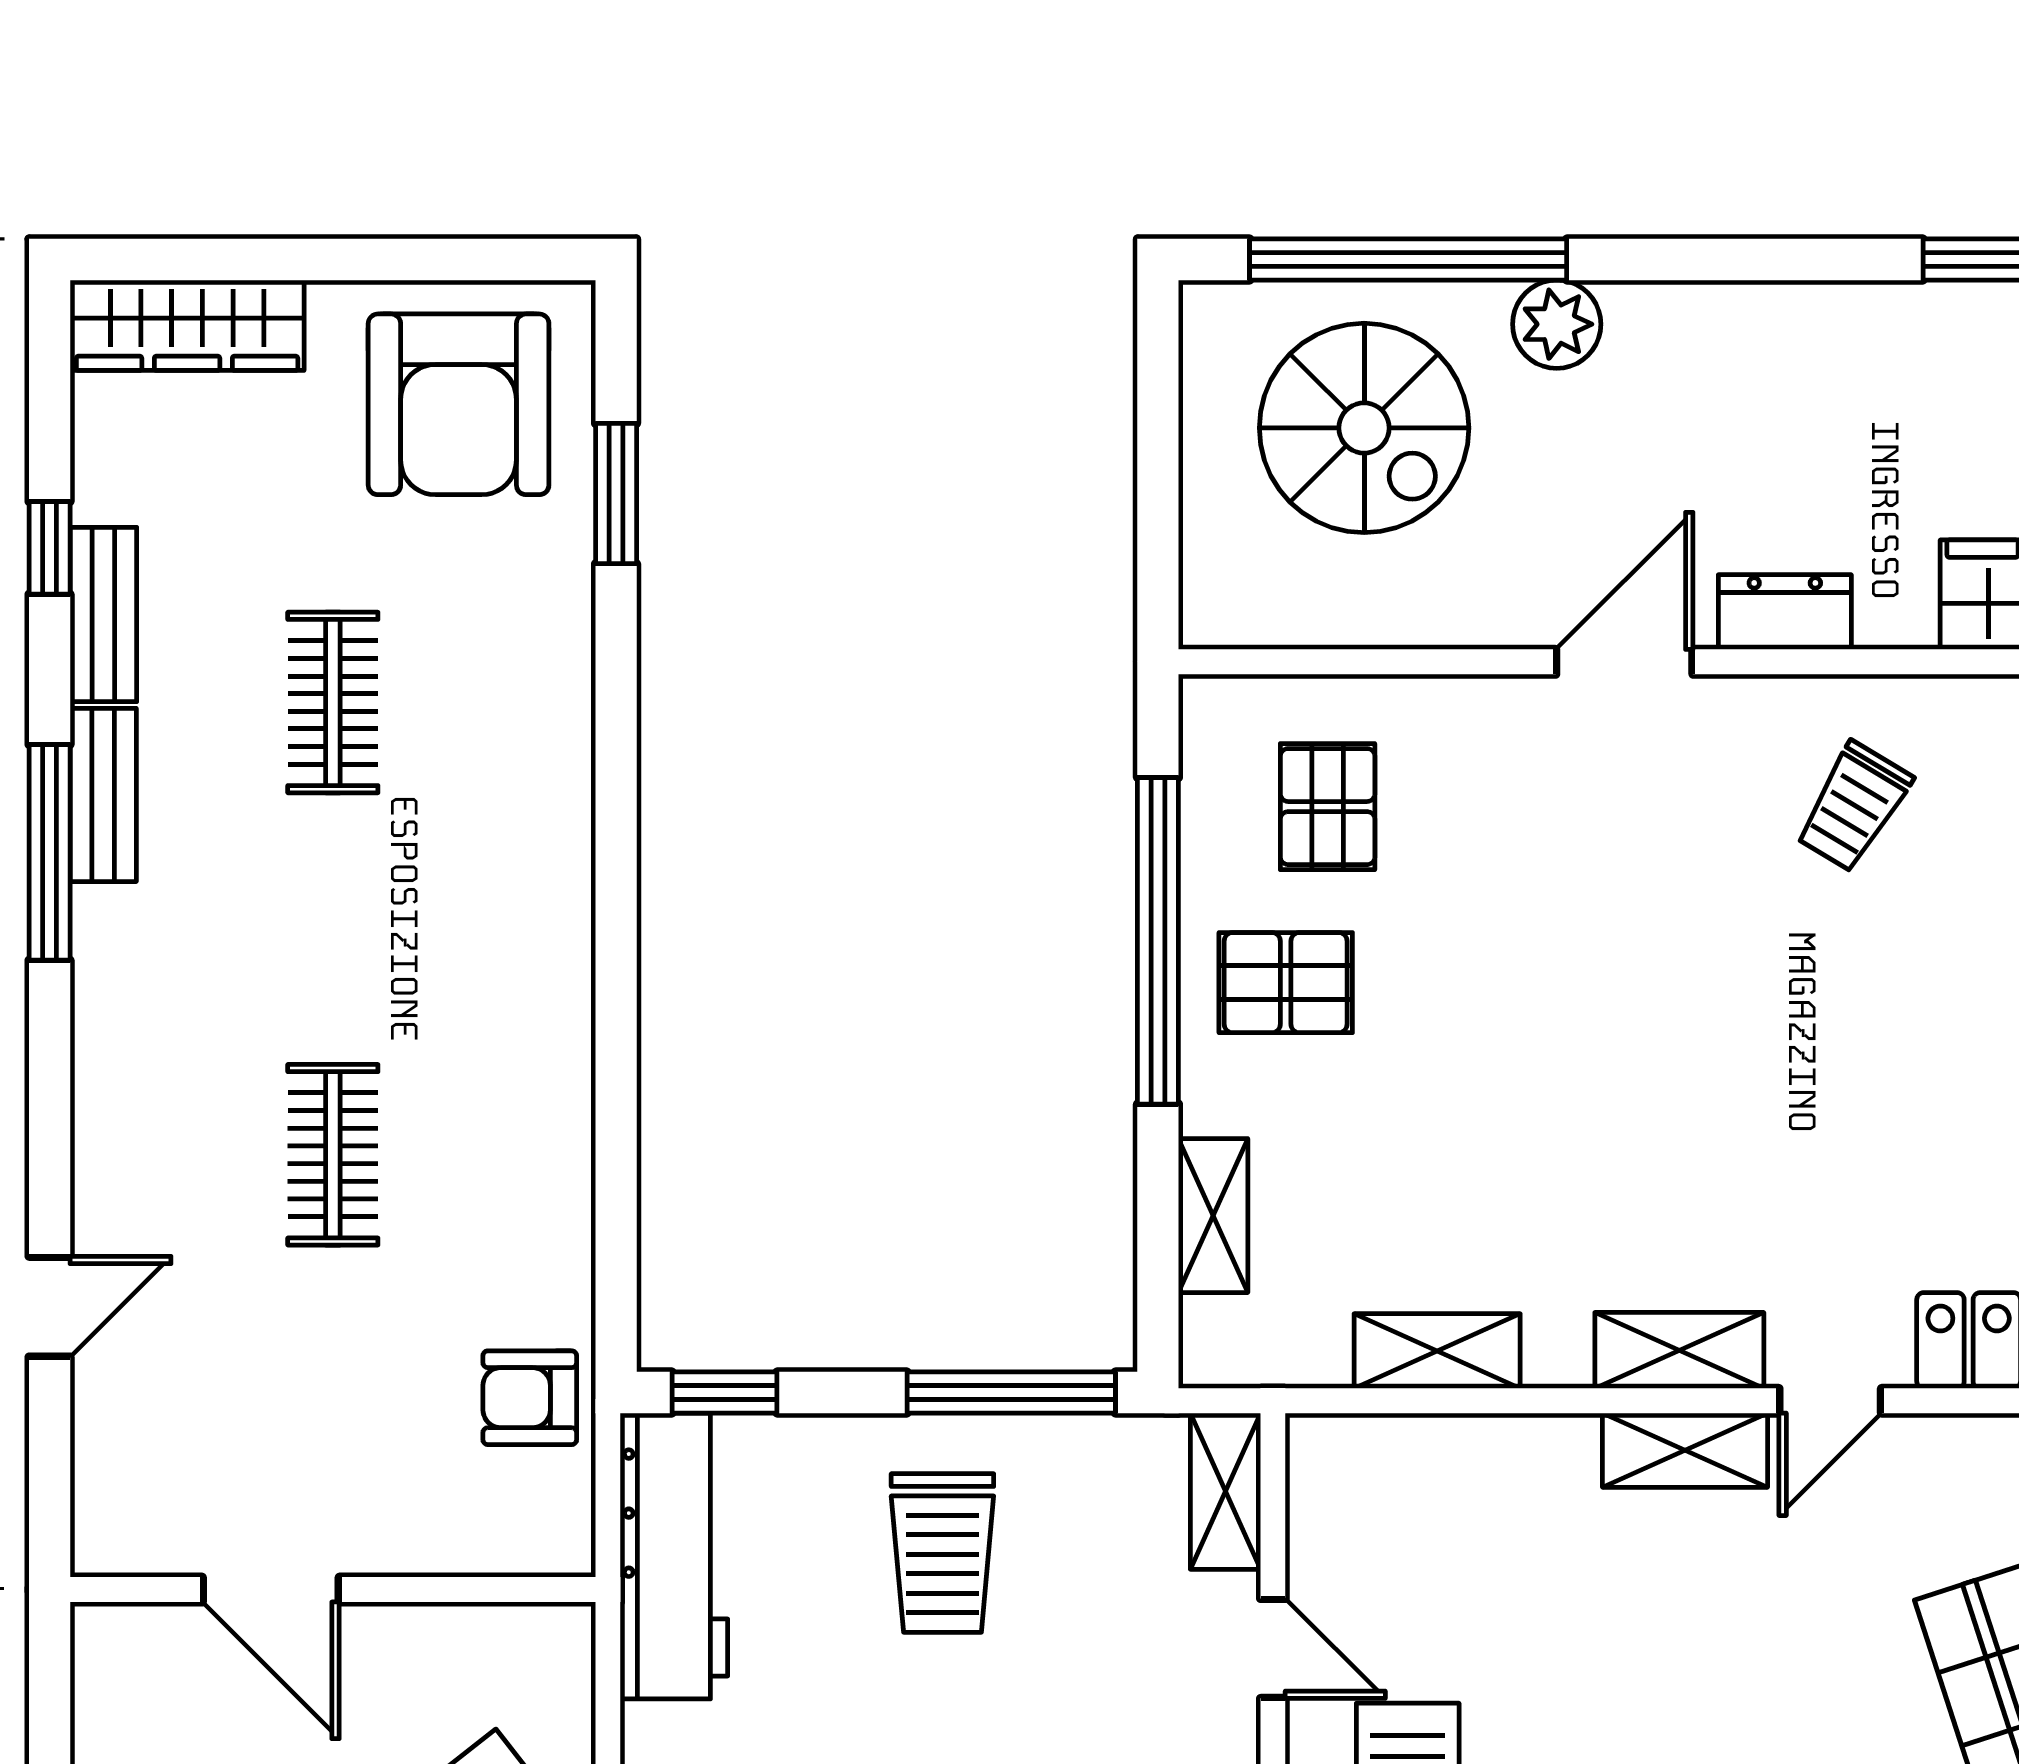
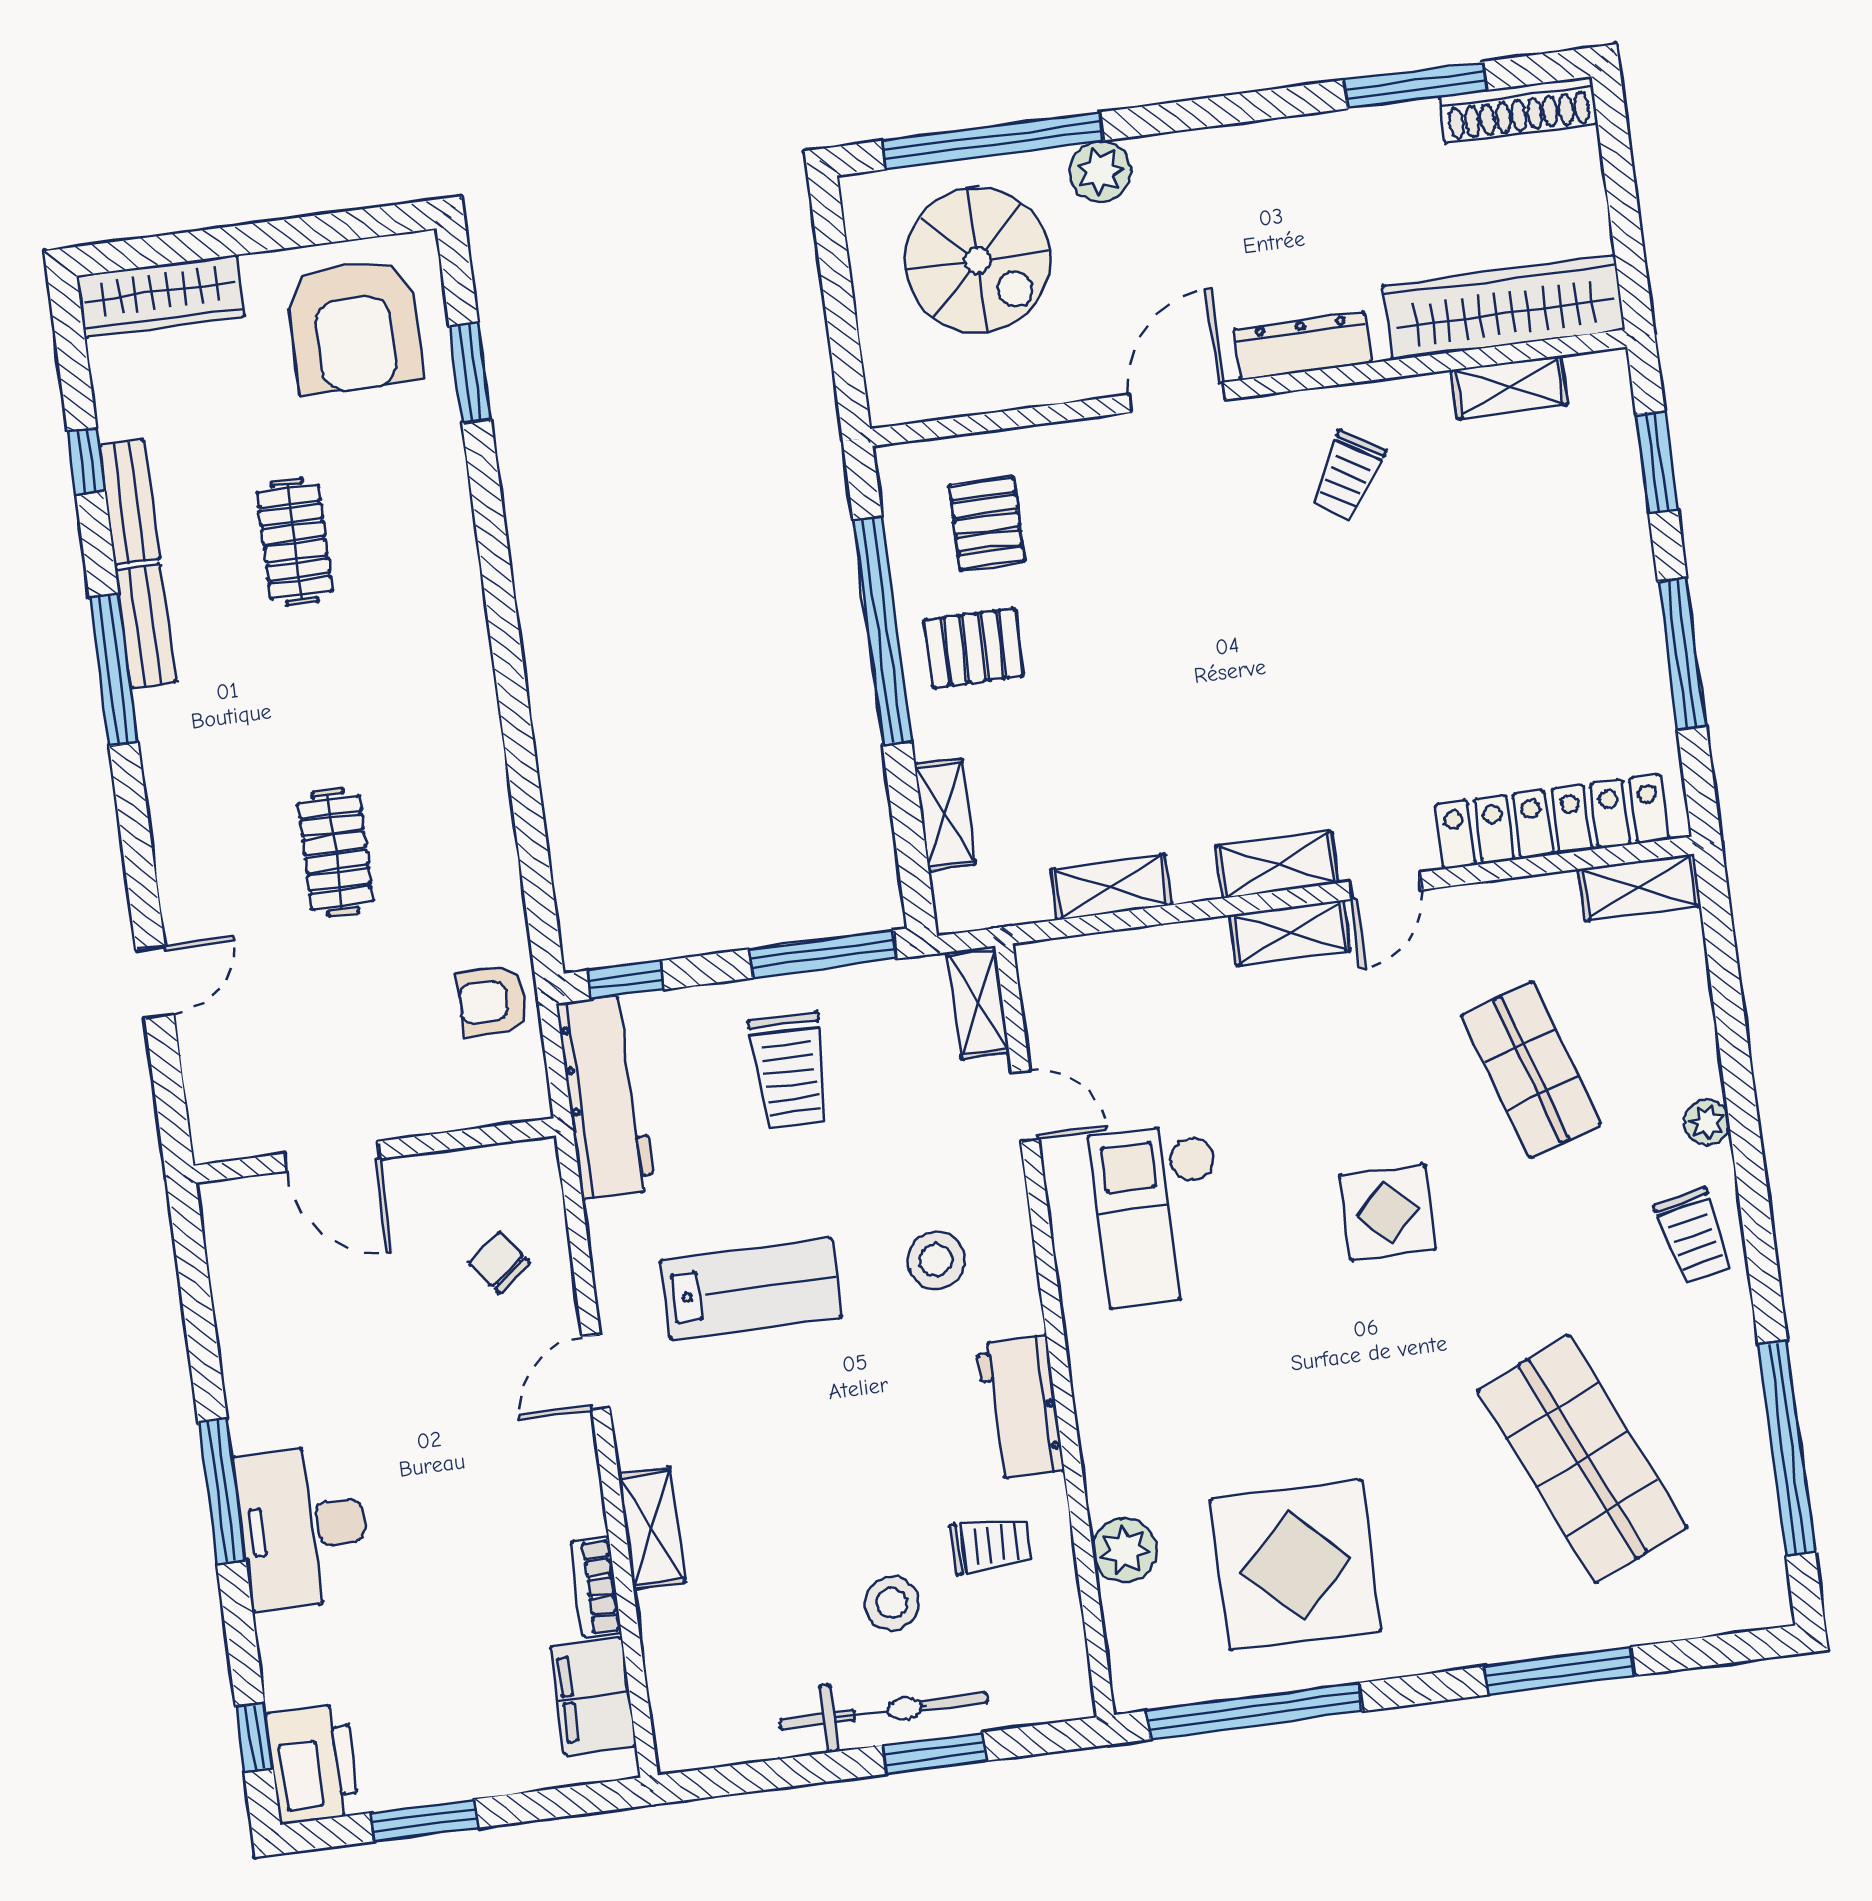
dresser: (1785, 612) -> (1303, 346), width x1.44

